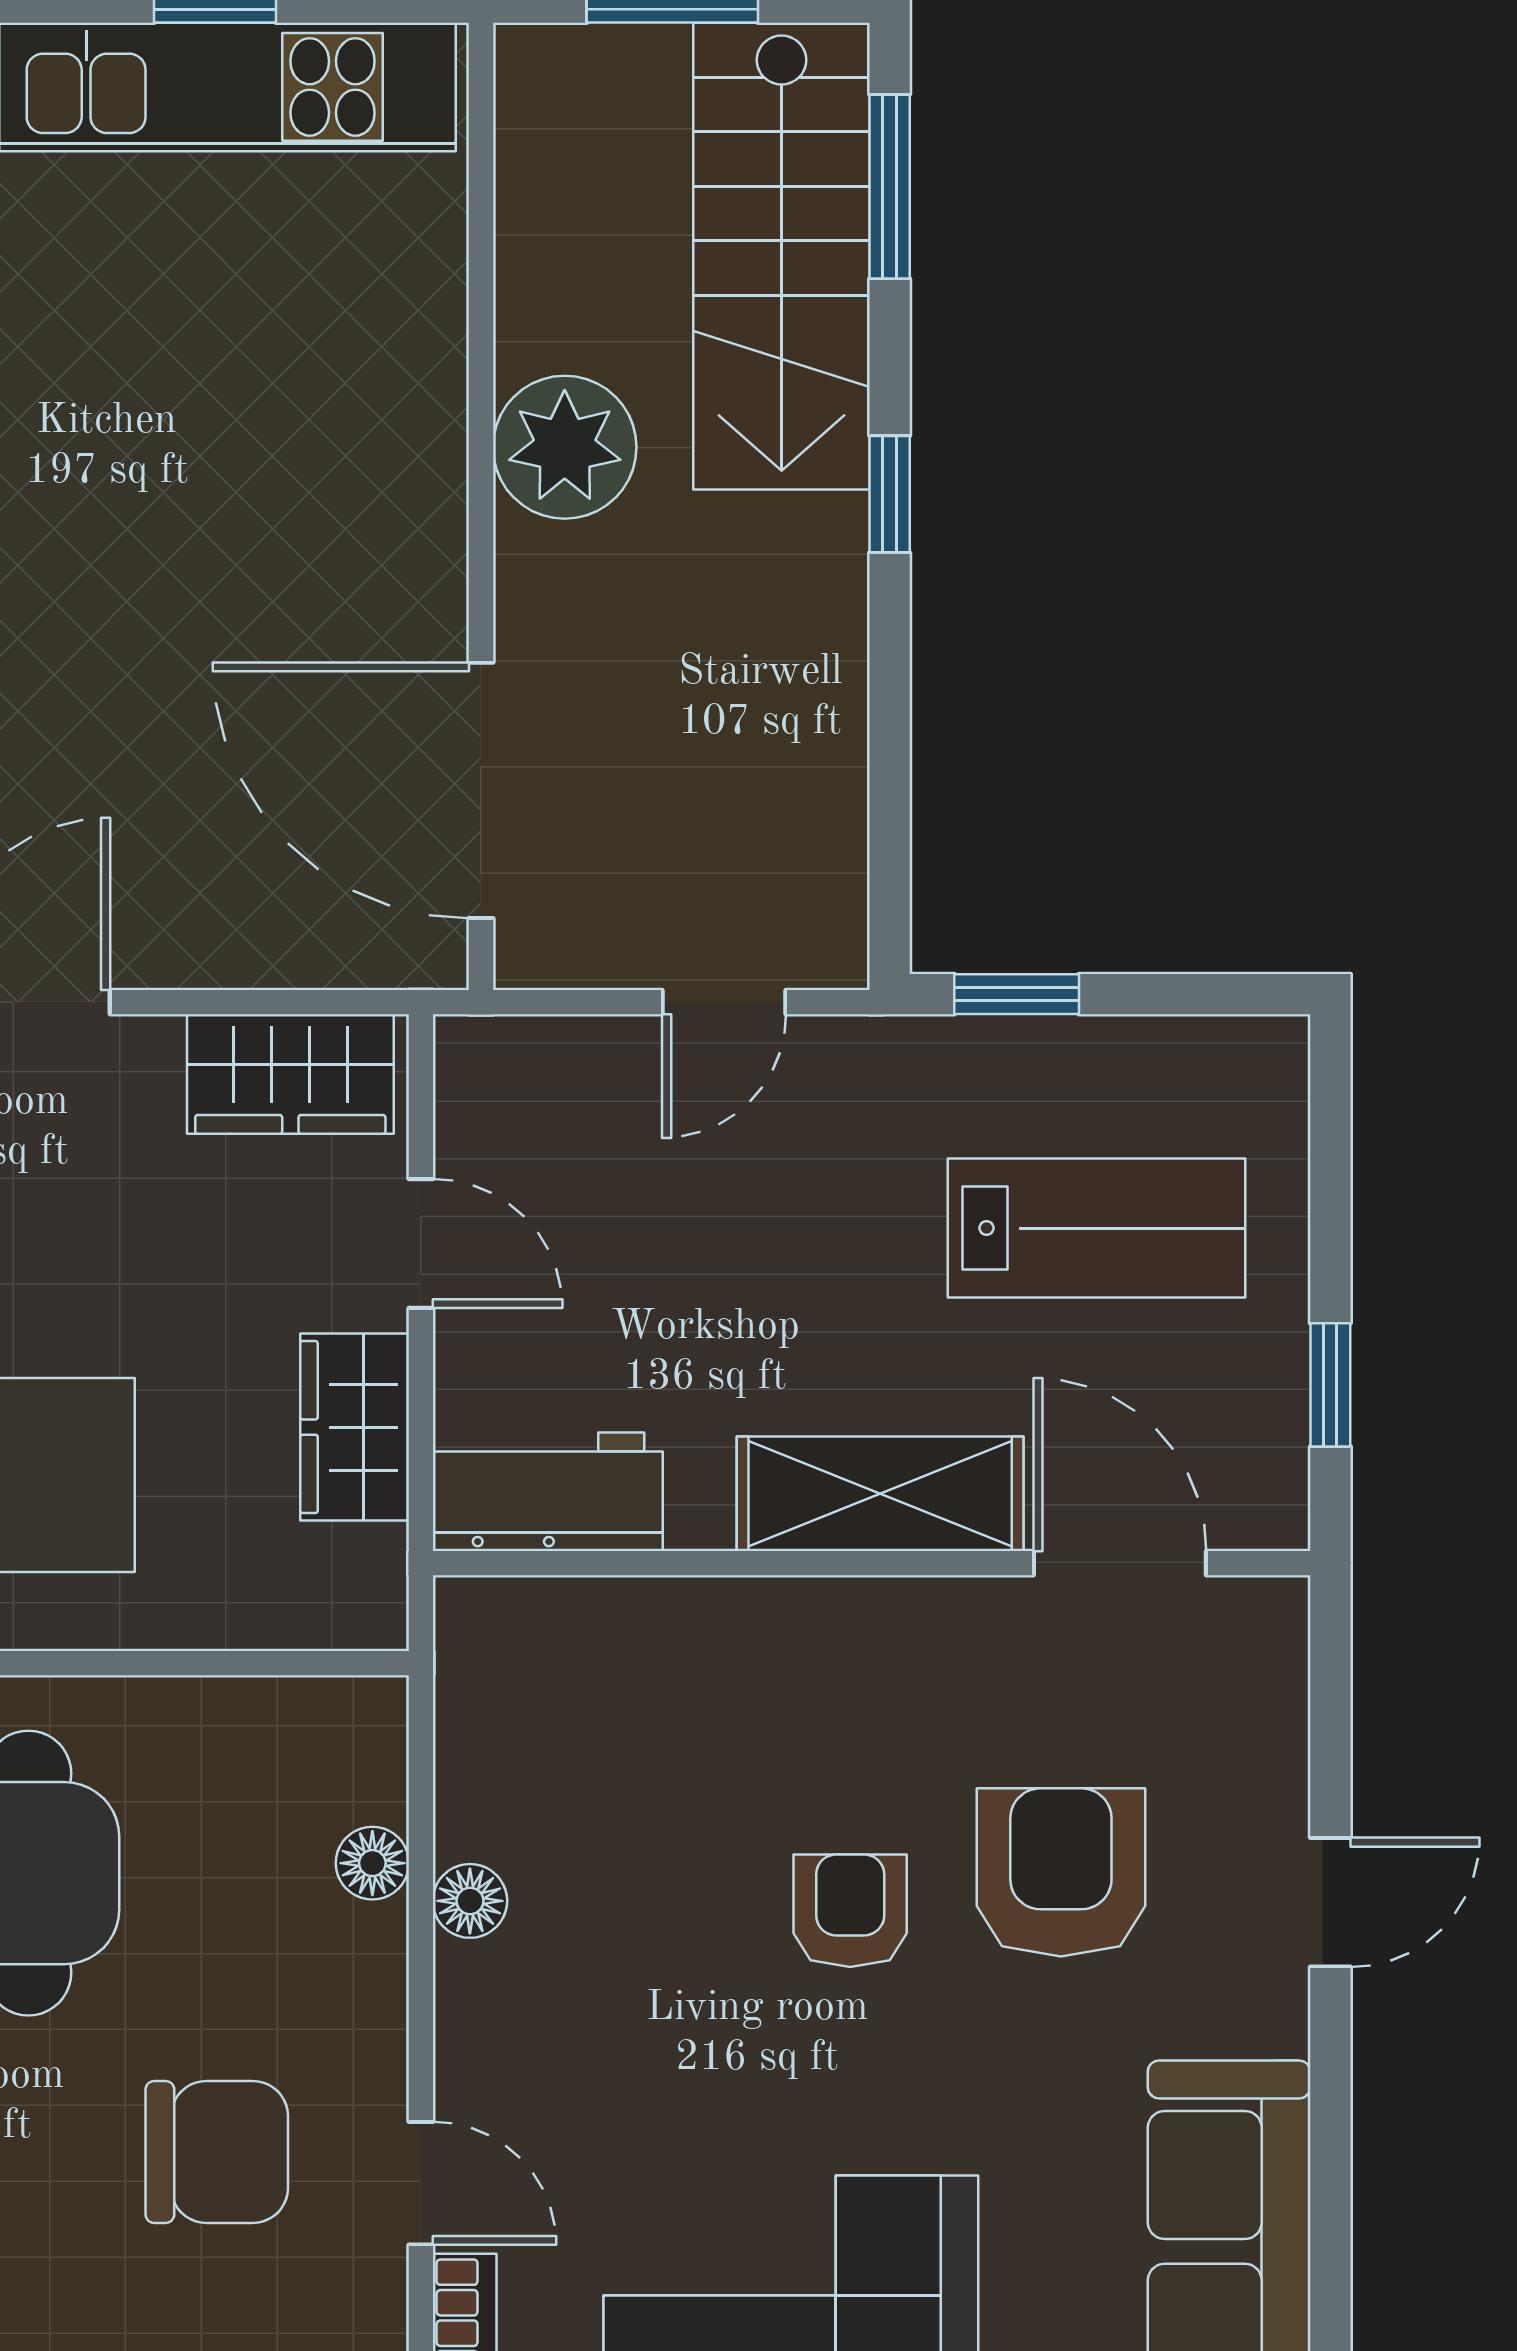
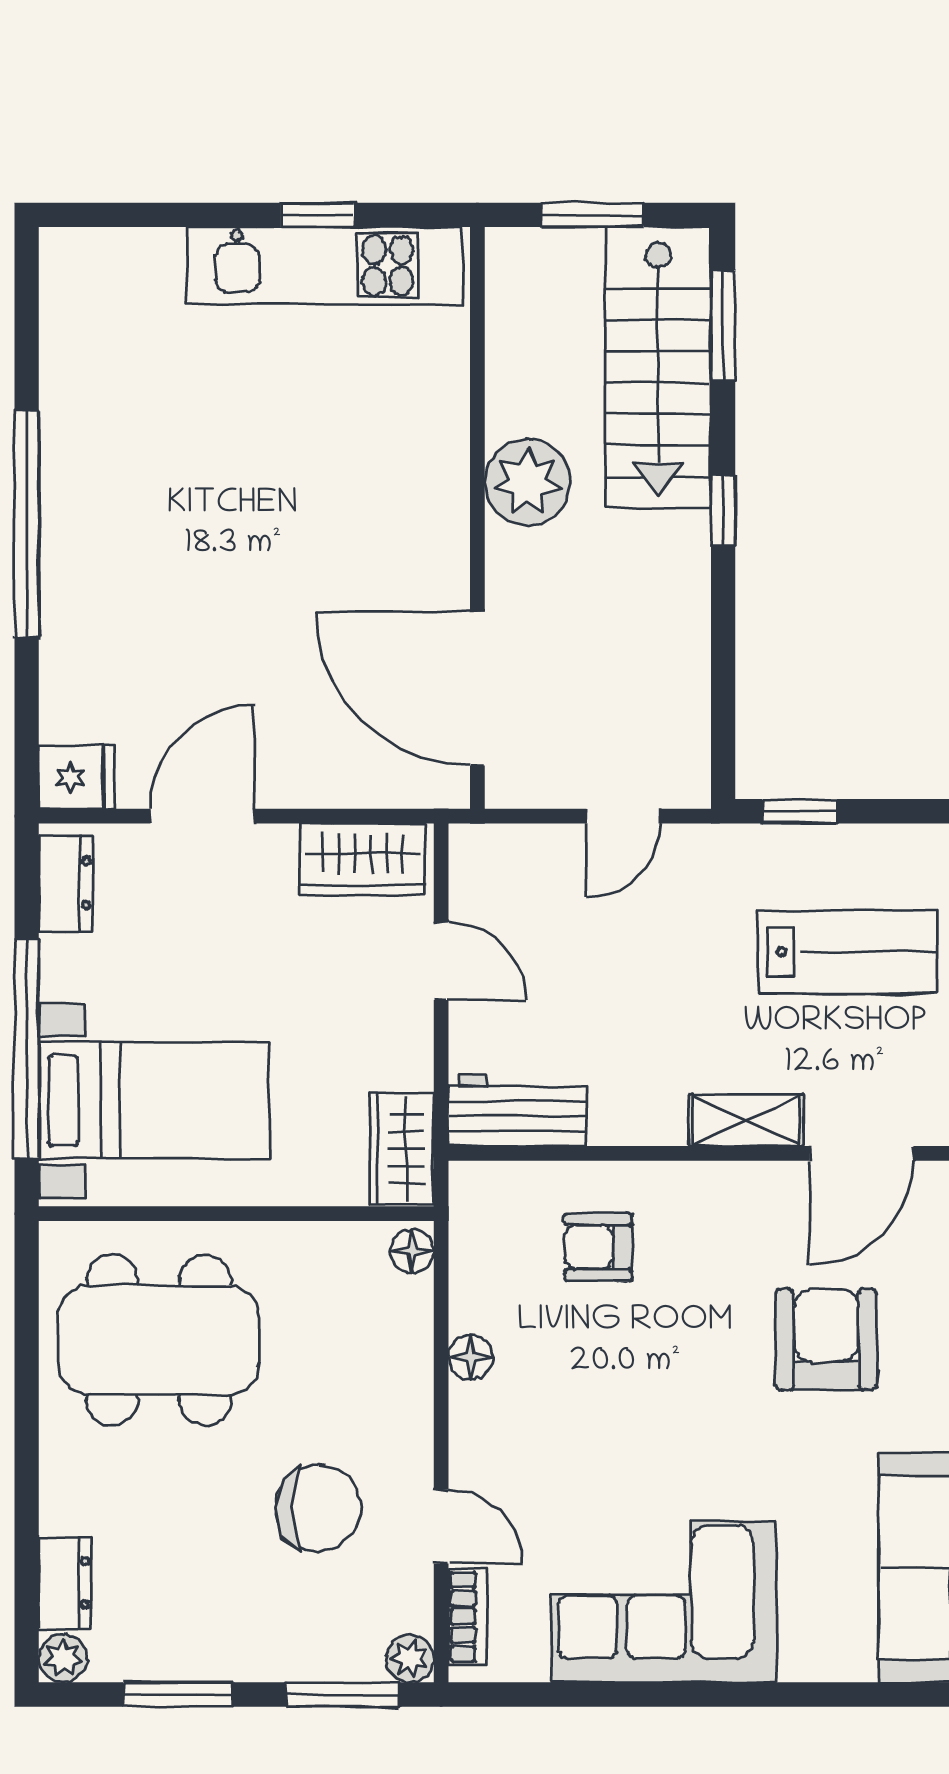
wardrobe: (355, 1427) -> (401, 1149), moved
shelving: (880, 1494) -> (746, 1120), width x0.67, depth x0.75
door: (1120, 1563) -> (862, 1153), swing flipped
floor lamp: (372, 1863) -> (412, 1251), moved
armchair: (850, 1911) -> (598, 1247), moved, turned -90

